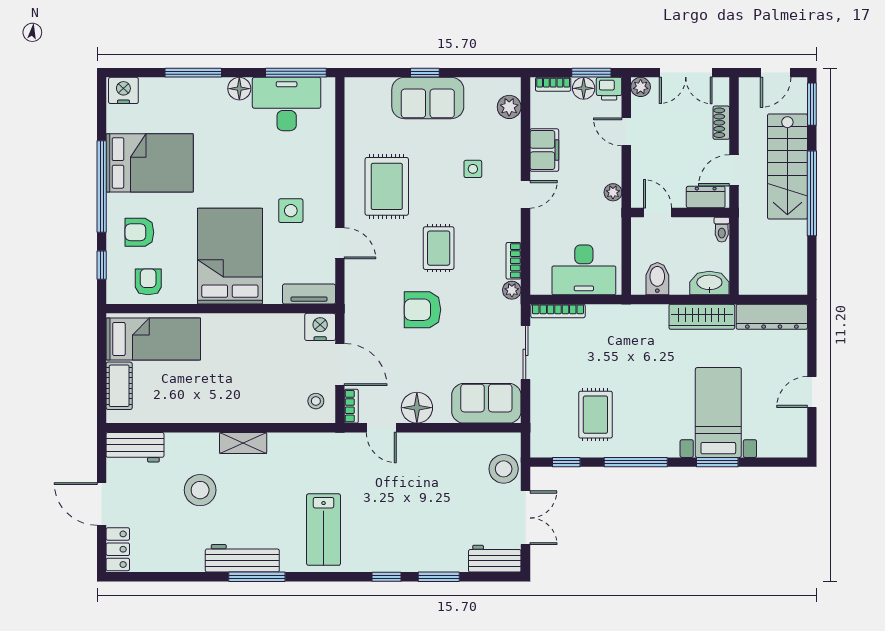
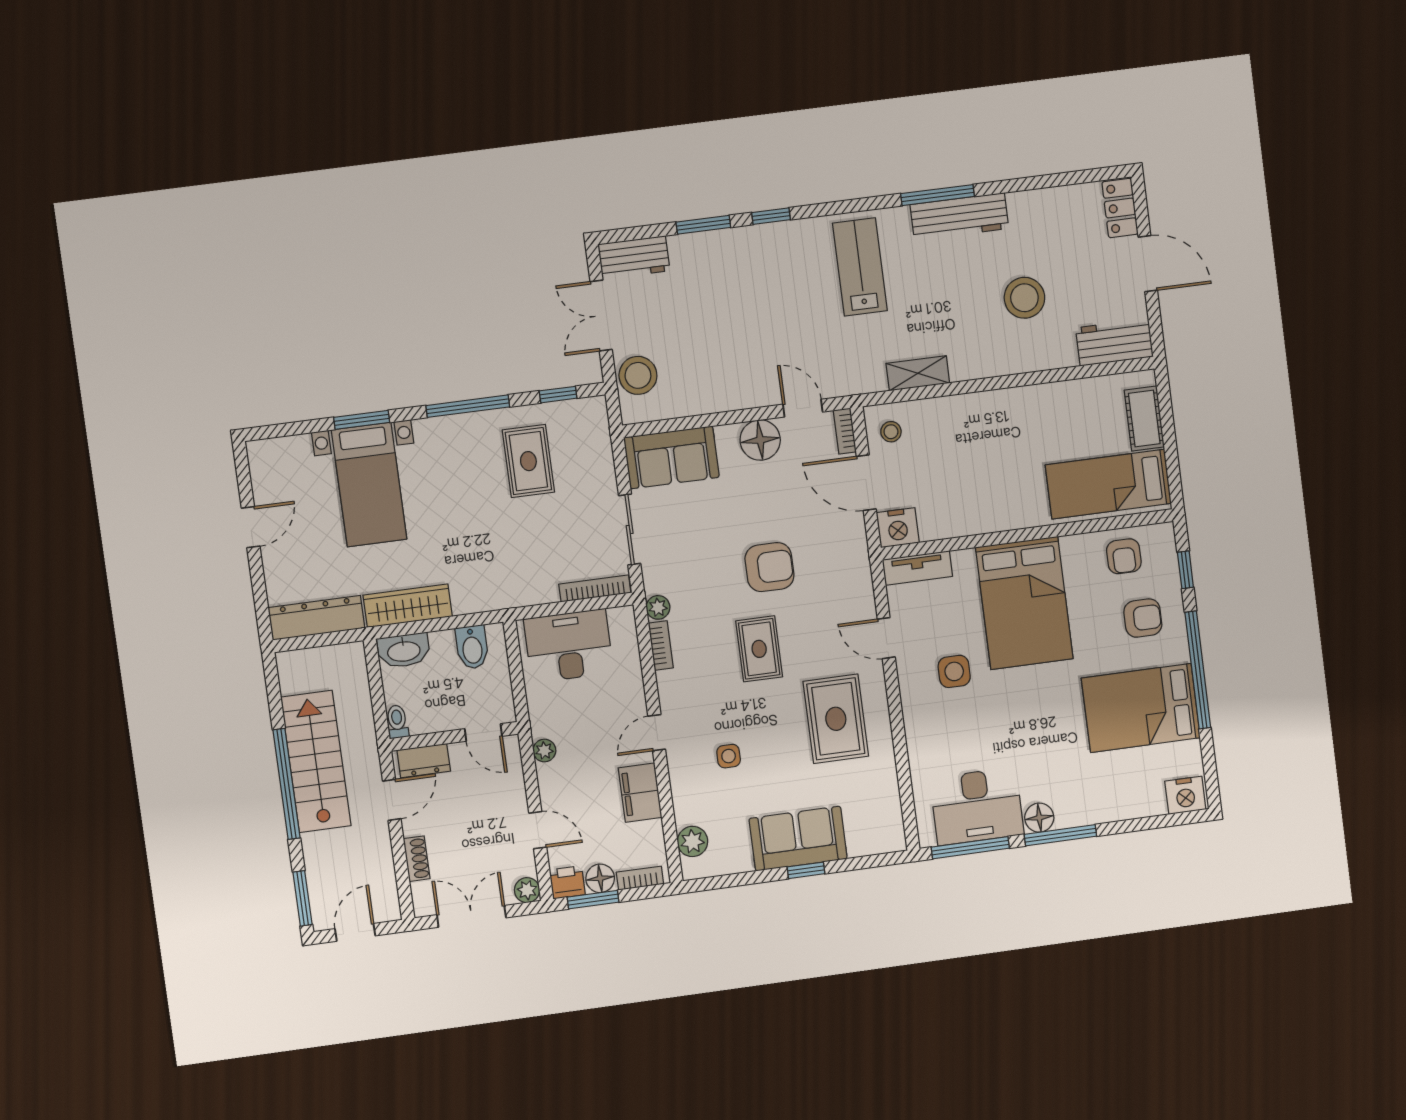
window: (193, 73) -> (1060, 835), moved
stairs: (787, 166) -> (316, 761), moved
shelving: (243, 443) -> (918, 373), moved

